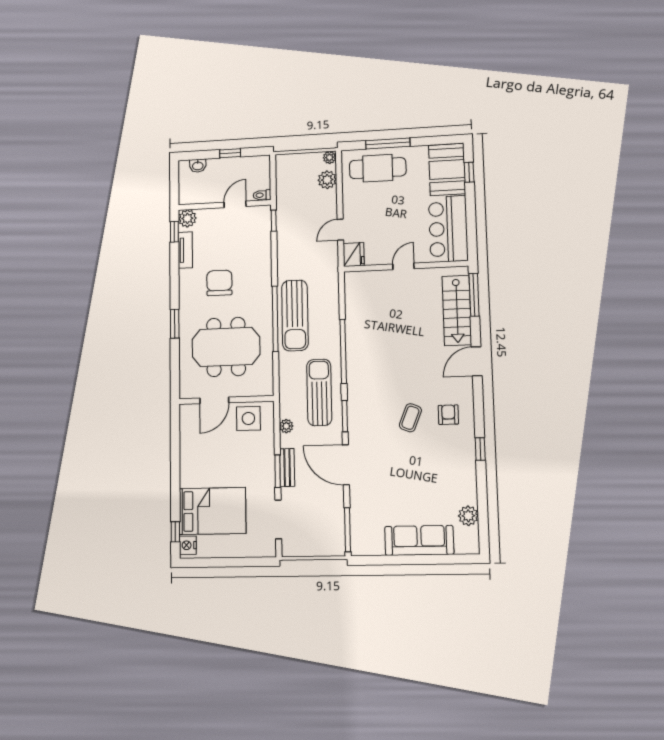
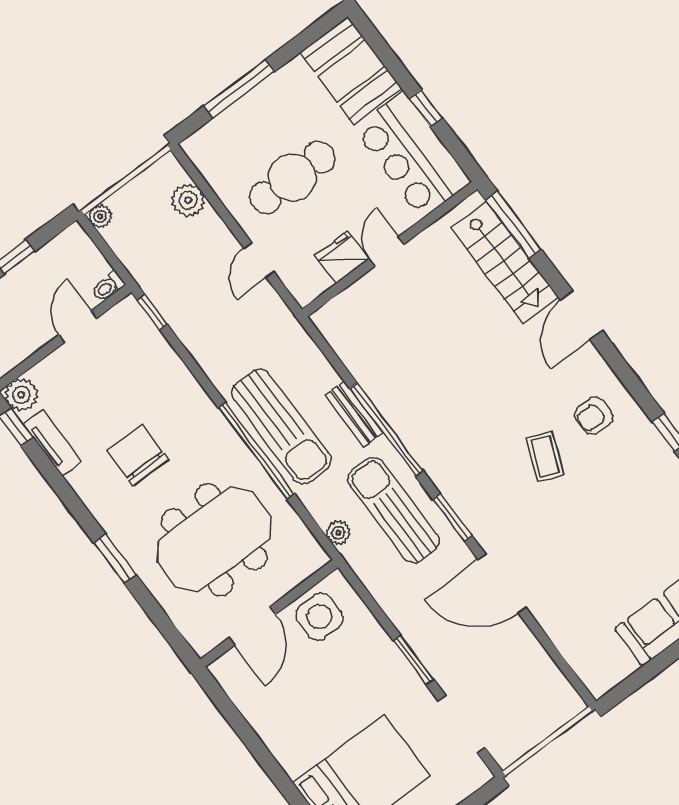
plant: (330, 157) -> (100, 216), moved
cafe table: (378, 168) -> (292, 178), moved
window: (469, 172) -> (426, 108), moved
fridge: (354, 255) -> (342, 257), moved, turned -90
armchair: (448, 415) -> (594, 416), turned -90
plant: (286, 426) -> (338, 533), moved
bench: (287, 467) -> (354, 414), moved
window: (347, 530) -> (567, 670), removed

